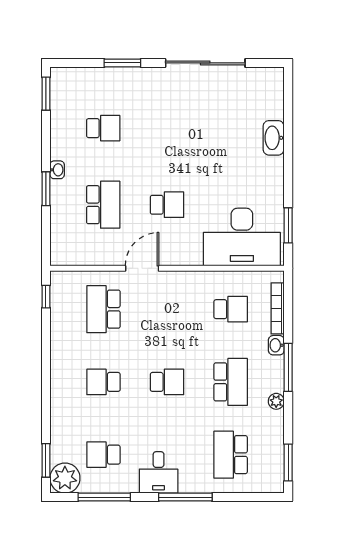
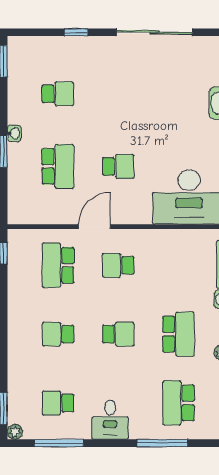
window: (122, 63) -> (76, 32), width x0.67
school desk: (231, 309) -> (118, 265), moved, turned 180
plant: (65, 478) -> (15, 432), width x0.53, depth x0.53
window: (185, 497) -> (162, 443), moved

